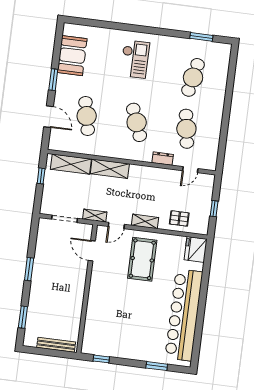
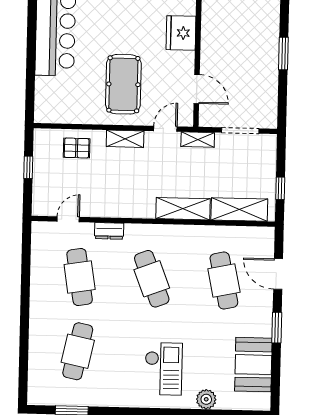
plant: (107, 35) -> (206, 399), added
checkout: (135, 59) -> (163, 369), turned 180
fridge: (196, 249) -> (181, 33), moved, turned 180

